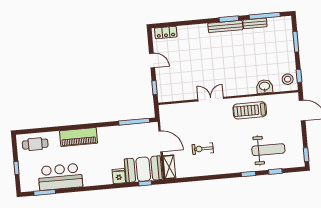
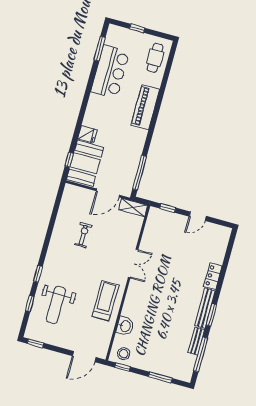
locker: (166, 32) -> (213, 276), moved
shelving: (169, 167) -> (133, 208), moved

